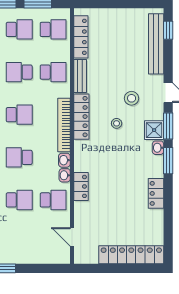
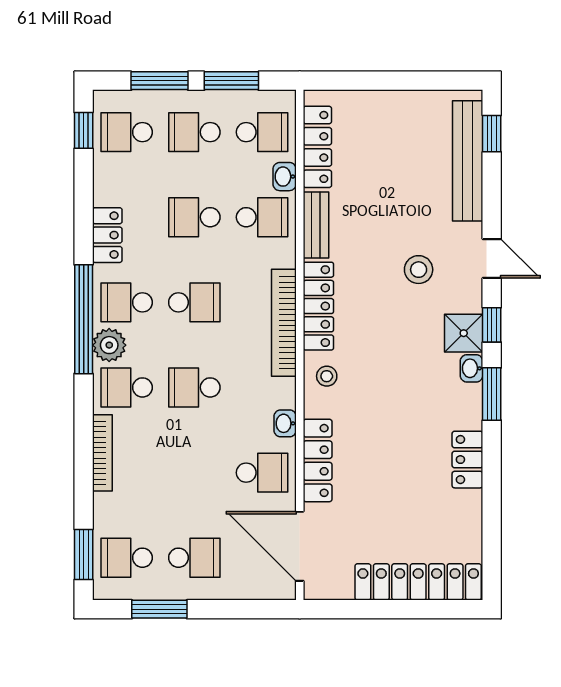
school desk: (19, 29) -> (194, 132), turned 180
stool: (117, 123) -> (327, 376), moved
window: (168, 126) -> (492, 325), width x0.67
washbasin: (64, 160) -> (285, 177), moved
locker: (81, 186) -> (318, 460), width x1.53
school desk: (19, 200) -> (194, 558), moved
door: (72, 237) -> (300, 546), width x1.87

